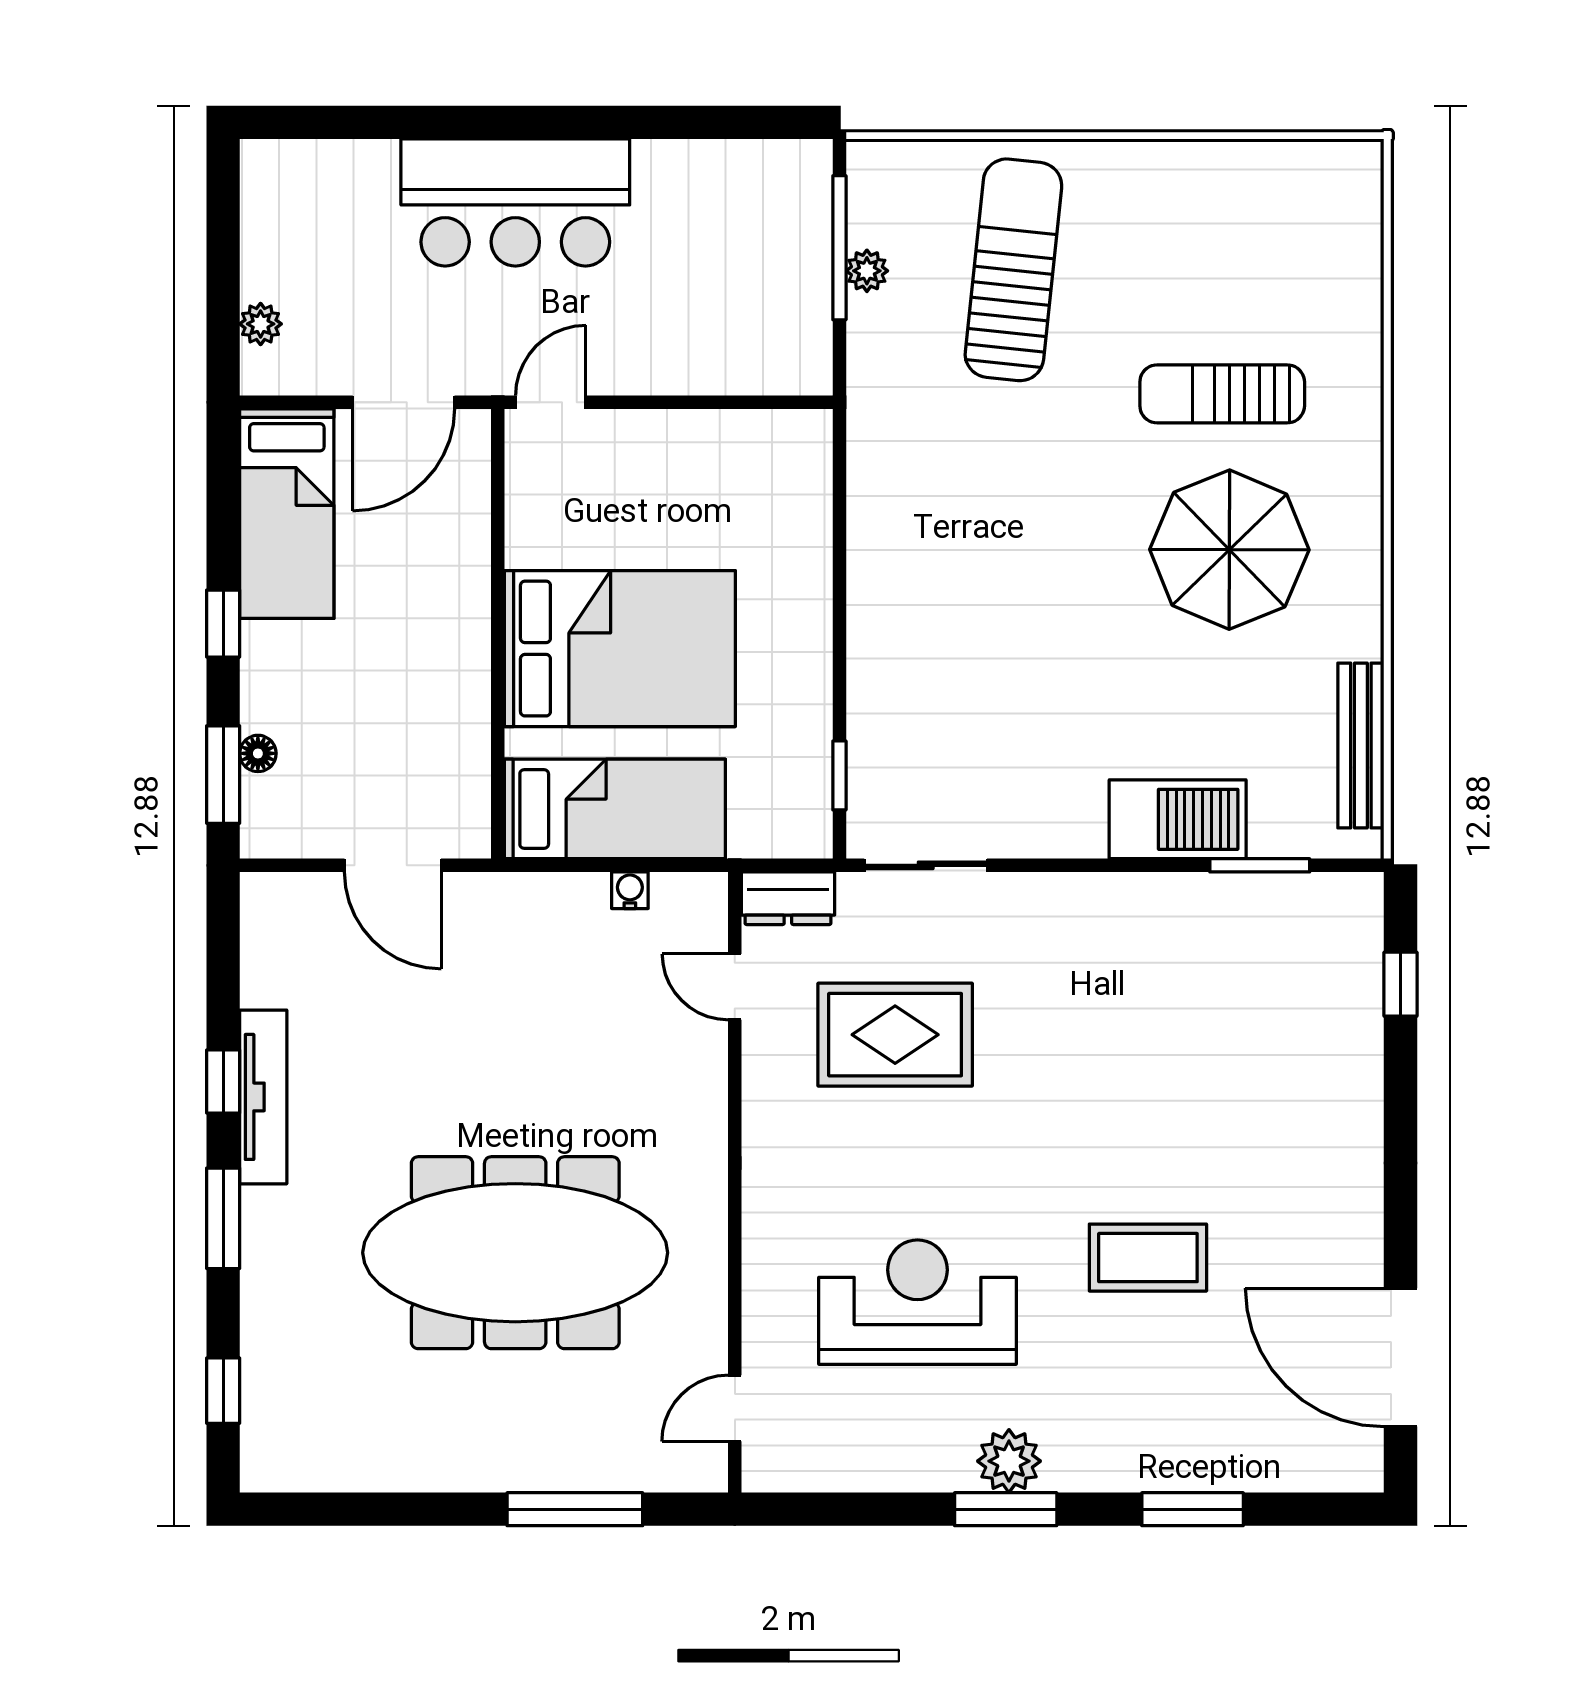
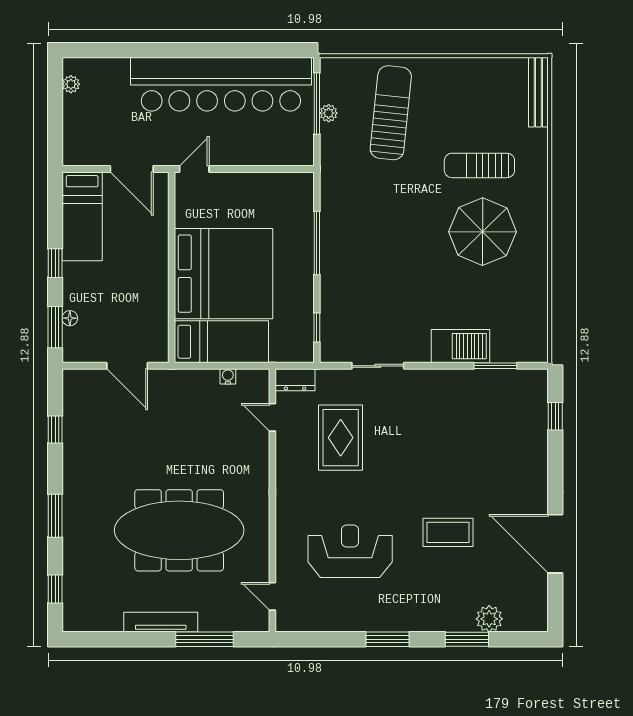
bar counter: (515, 202) -> (221, 84), width x1.86
plant: (261, 324) -> (71, 84), moved
door: (404, 402) -> (132, 169), hinge flipped
window: (839, 576) -> (317, 243), added
bed: (620, 649) -> (224, 274), width x1.36
bench: (1361, 745) -> (538, 92), moved
sliding door: (926, 865) -> (378, 366), moved
rug: (895, 1035) -> (341, 438), turned 90
window: (223, 1082) -> (55, 430), moved
tv unit: (263, 1097) -> (161, 622), moved, turned -90
door: (1401, 1357) -> (555, 544), moved
door: (735, 1408) -> (272, 596), hinge flipped
plant: (1009, 1461) -> (489, 619), moved

